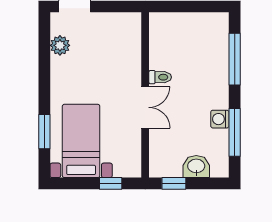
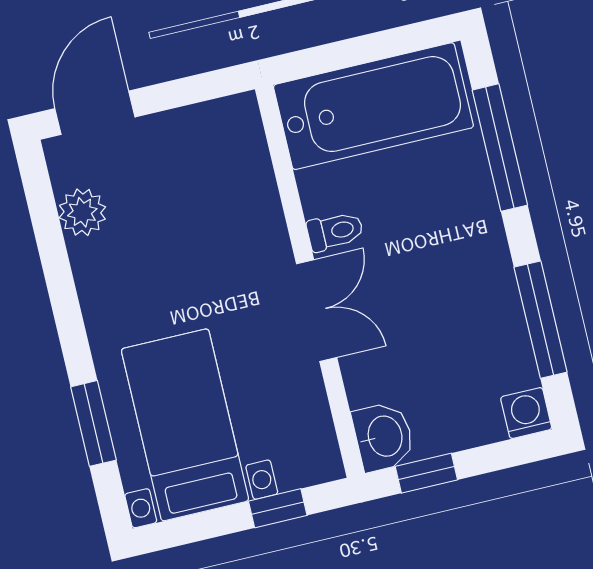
bathtub: (187, 30) -> (373, 106), added
washing machine: (220, 119) -> (526, 413), moved, turned 90
washbasin: (196, 167) -> (383, 436), moved, turned 90

